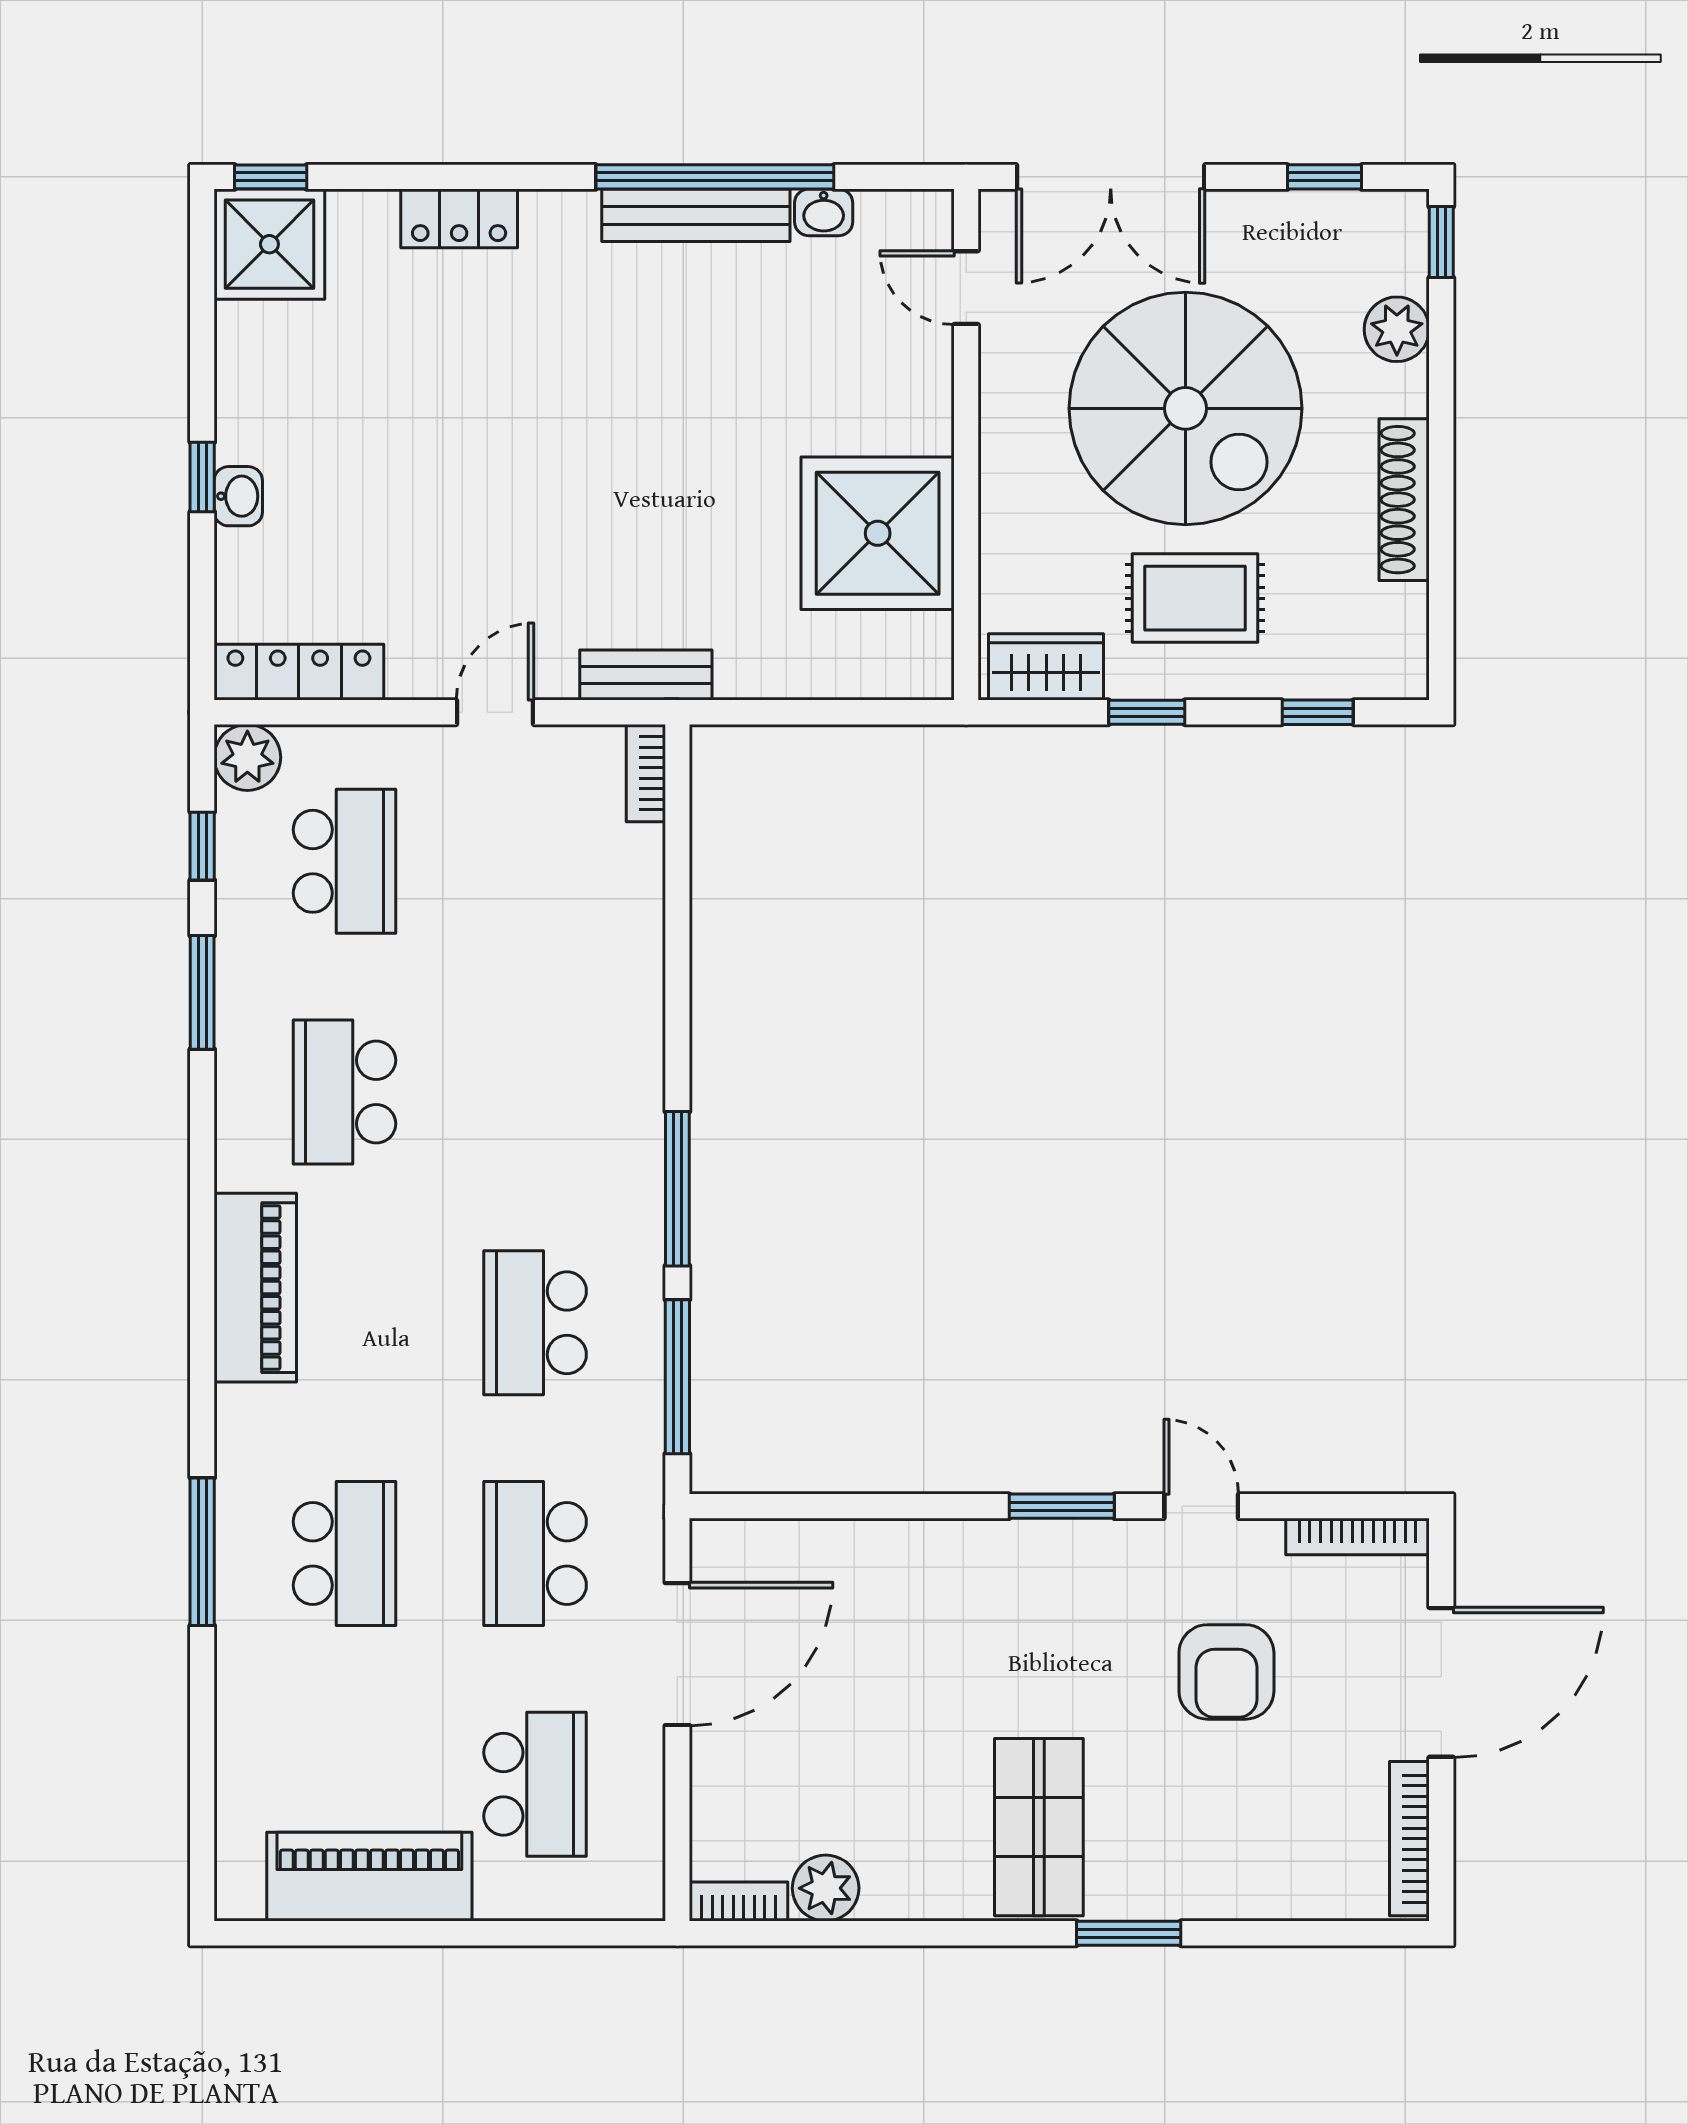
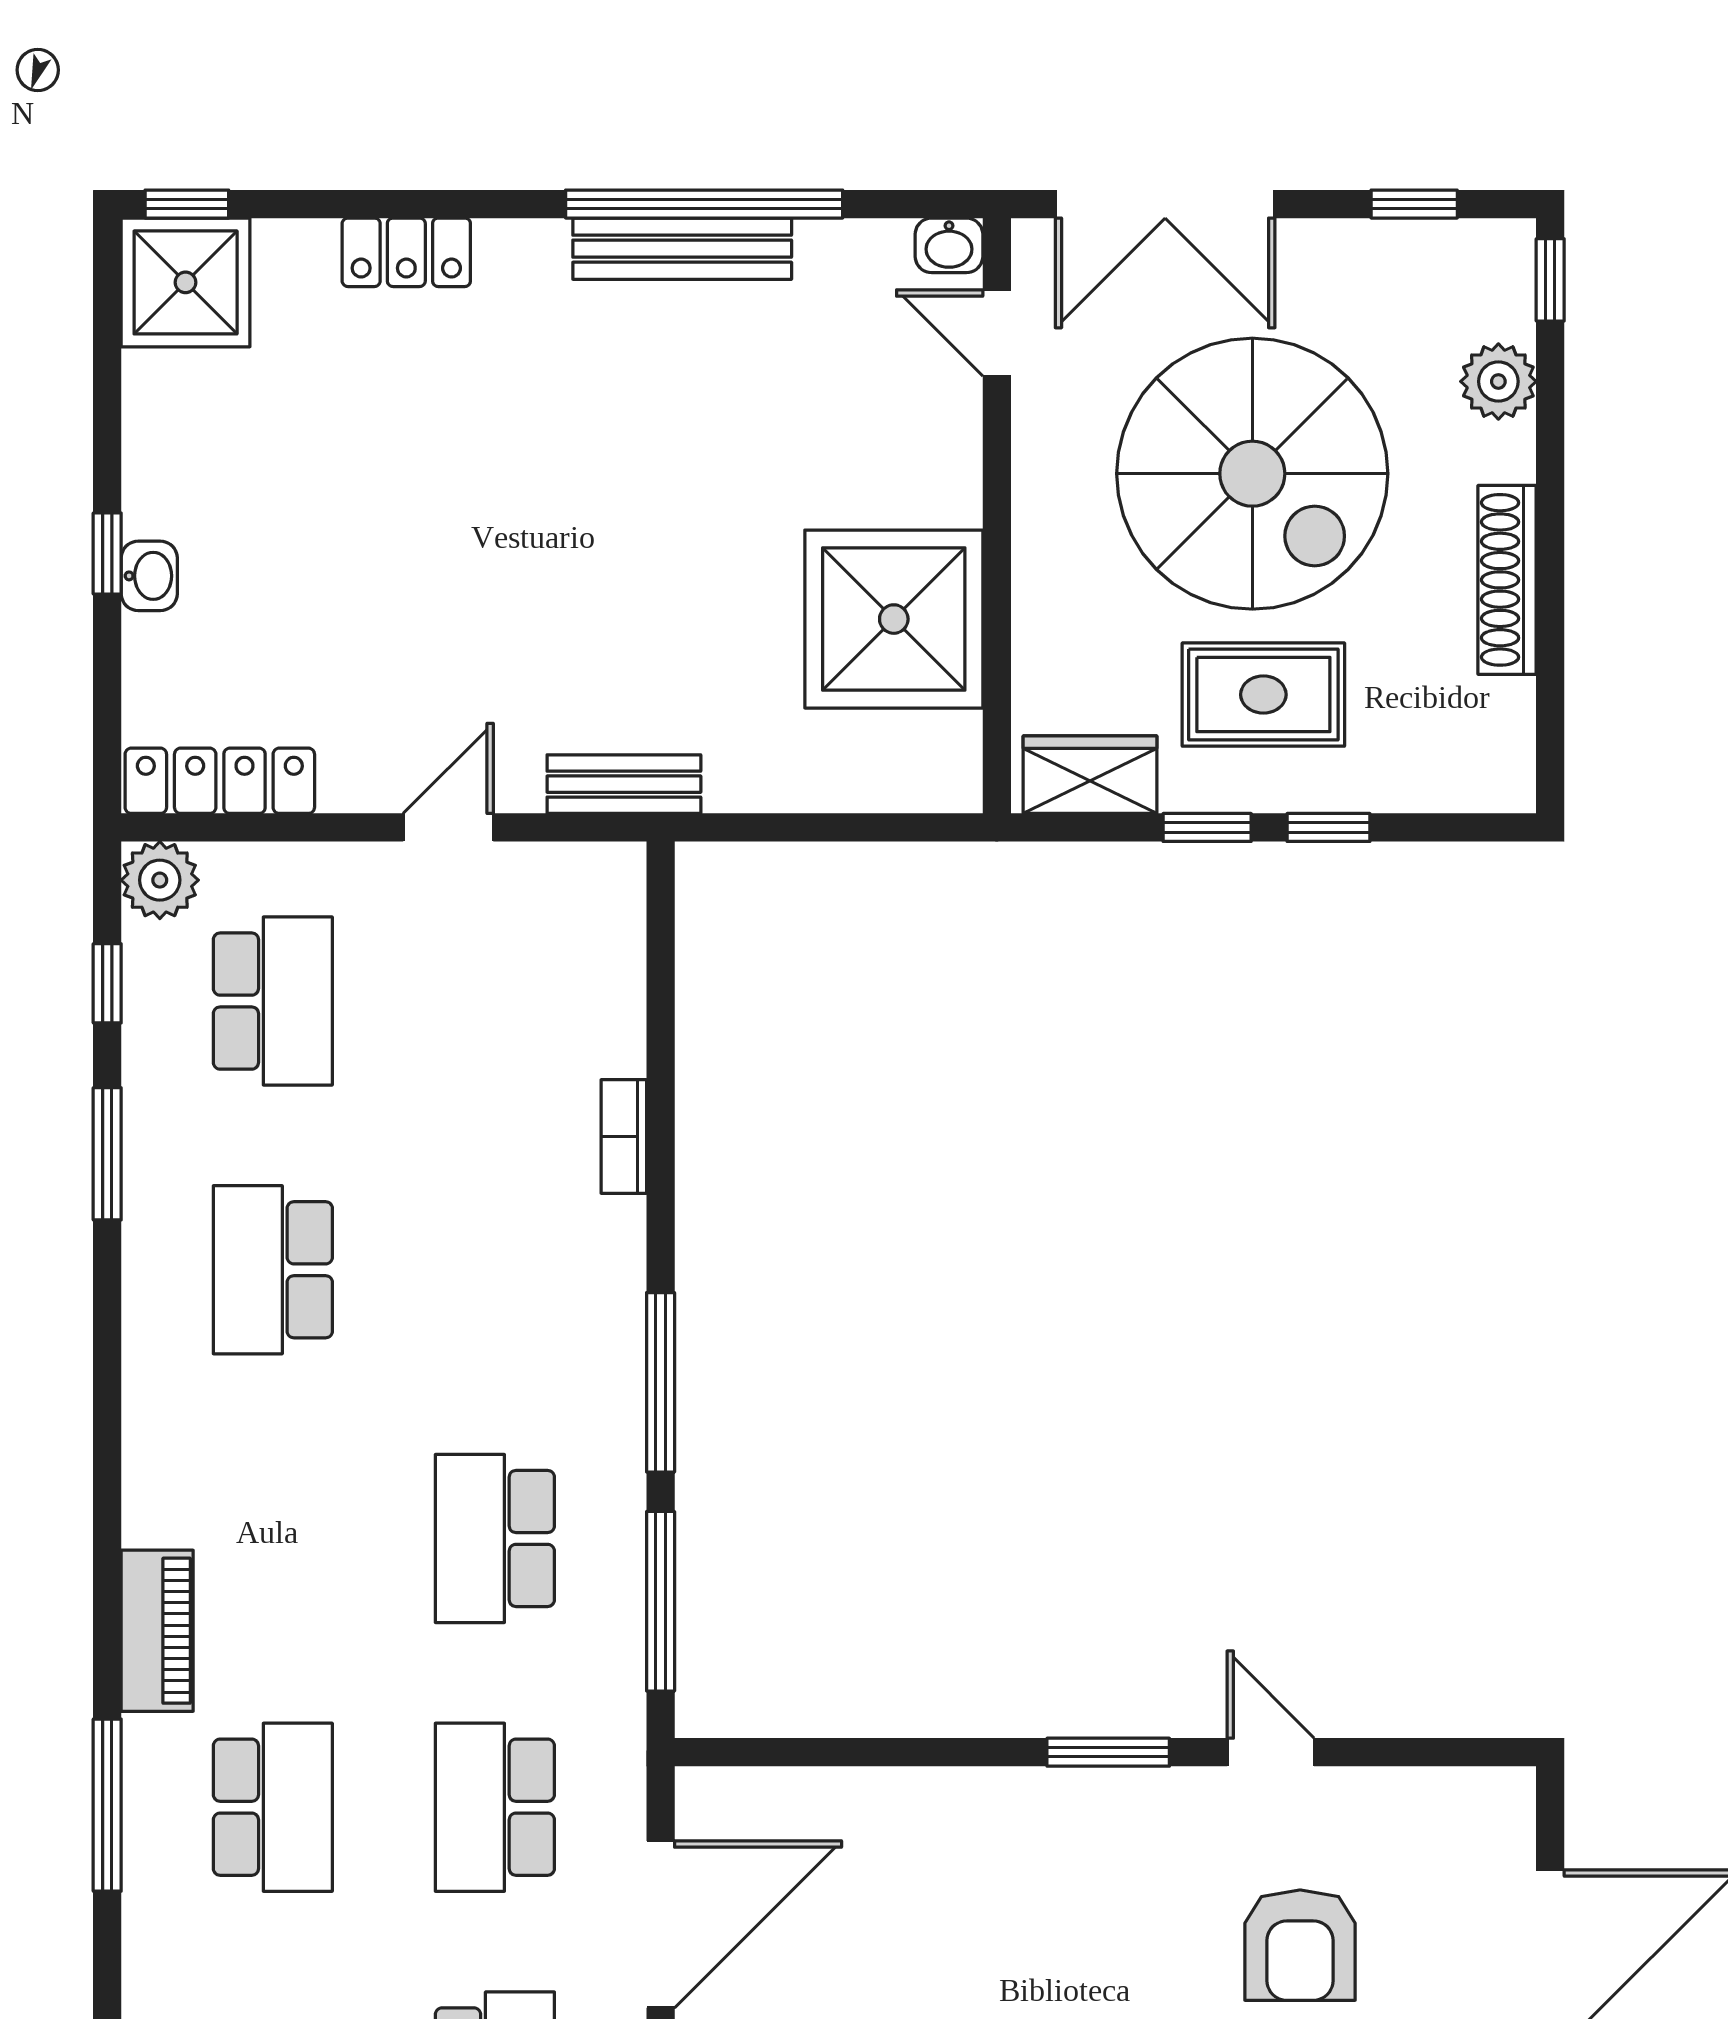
washbasin: (824, 212) -> (949, 245), moved
window: (1318, 712) -> (1328, 827), moved
bookcase: (646, 773) -> (624, 1136), moved
piano: (255, 1288) -> (157, 1631), moved, width x0.73, depth x0.75
bookcase: (1358, 1537) -> (1453, 1788), removed

